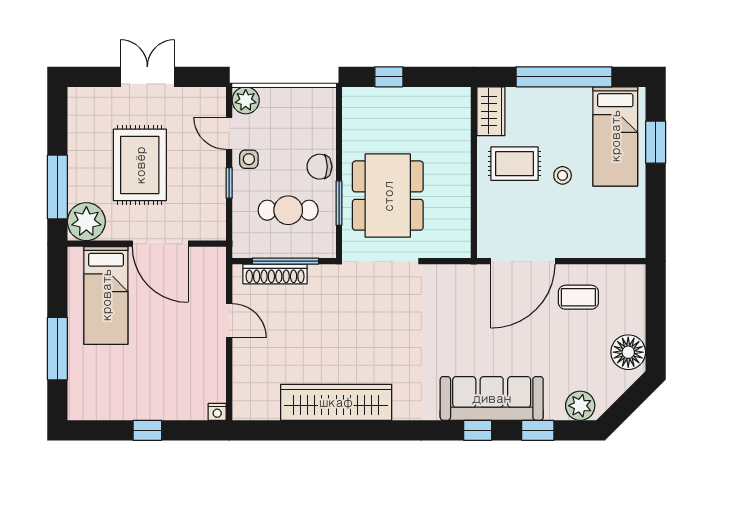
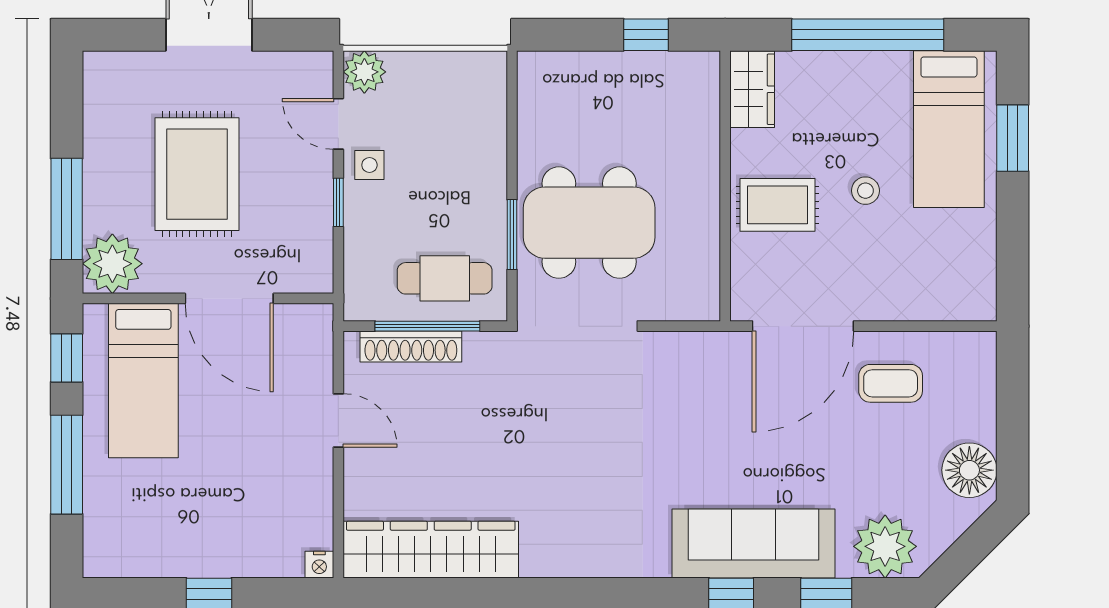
window: (389, 77) -> (646, 35), moved
rug: (515, 164) -> (777, 205), moved
chair: (319, 167) -> (481, 177), removed
dining table: (388, 196) -> (589, 223), turned 90
cafe table: (288, 210) -> (445, 278), moved
window: (57, 281) -> (67, 358), added
wardrobe: (336, 402) -> (431, 550), moved
plant: (580, 406) -> (885, 546), width x1.36, depth x1.36

